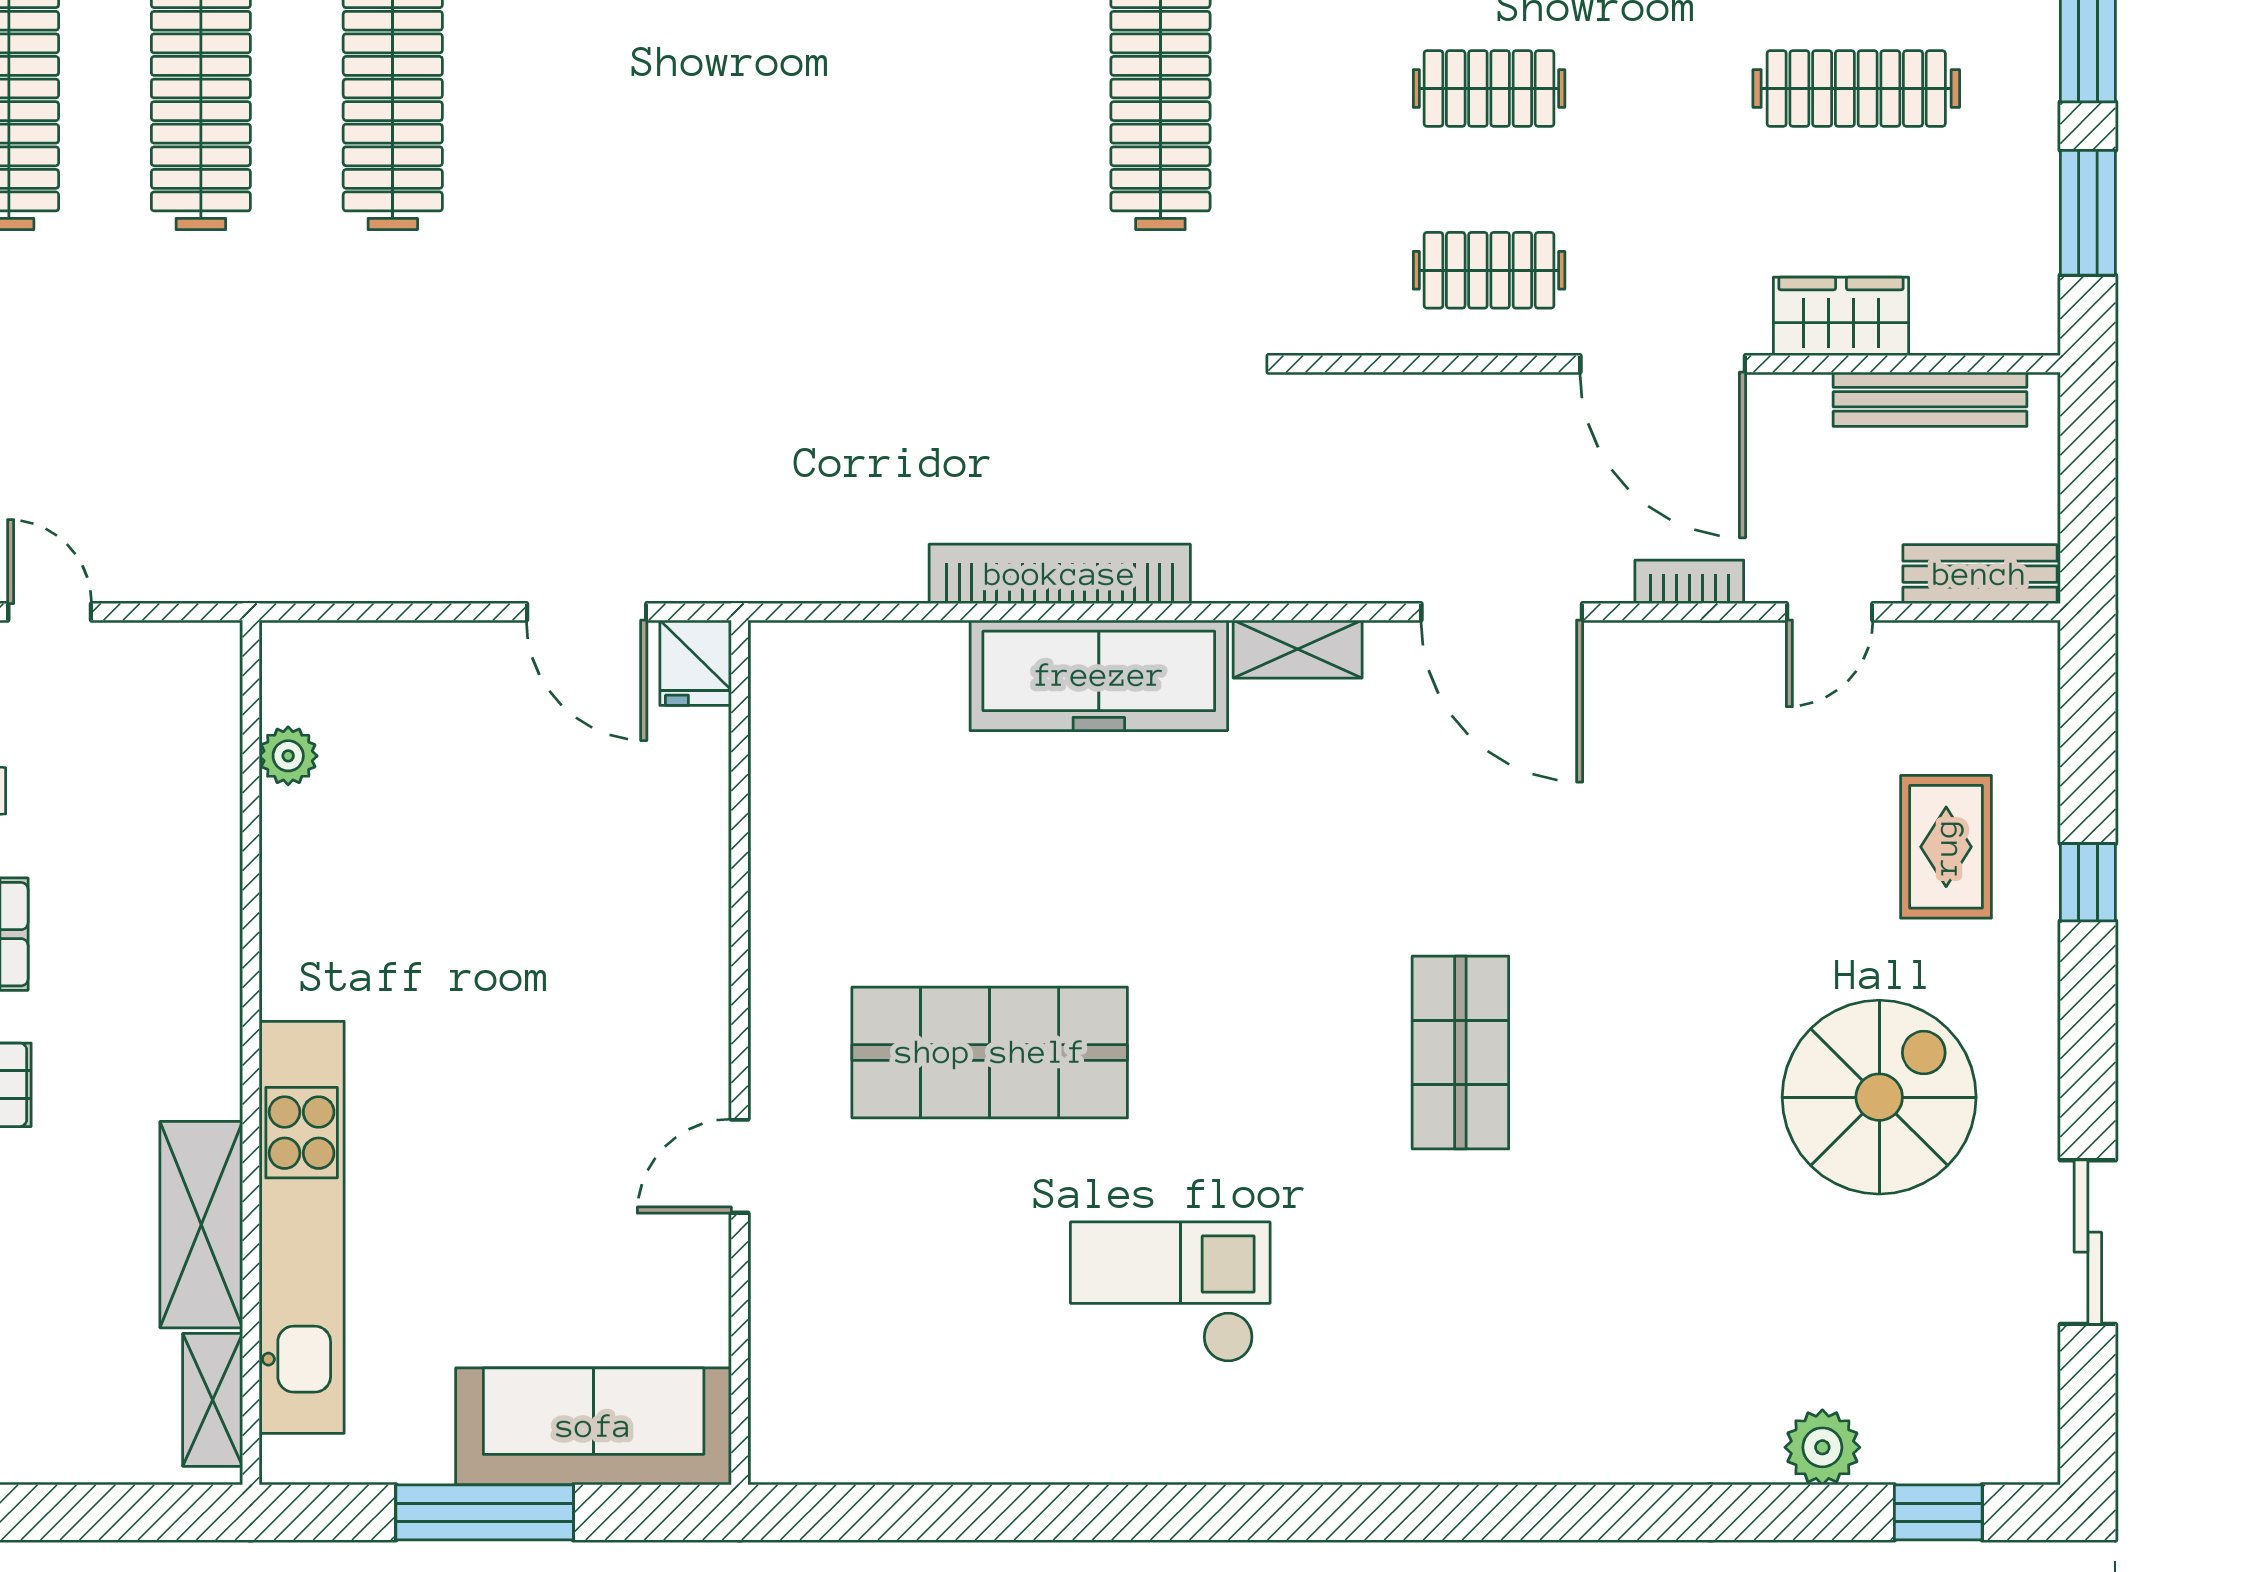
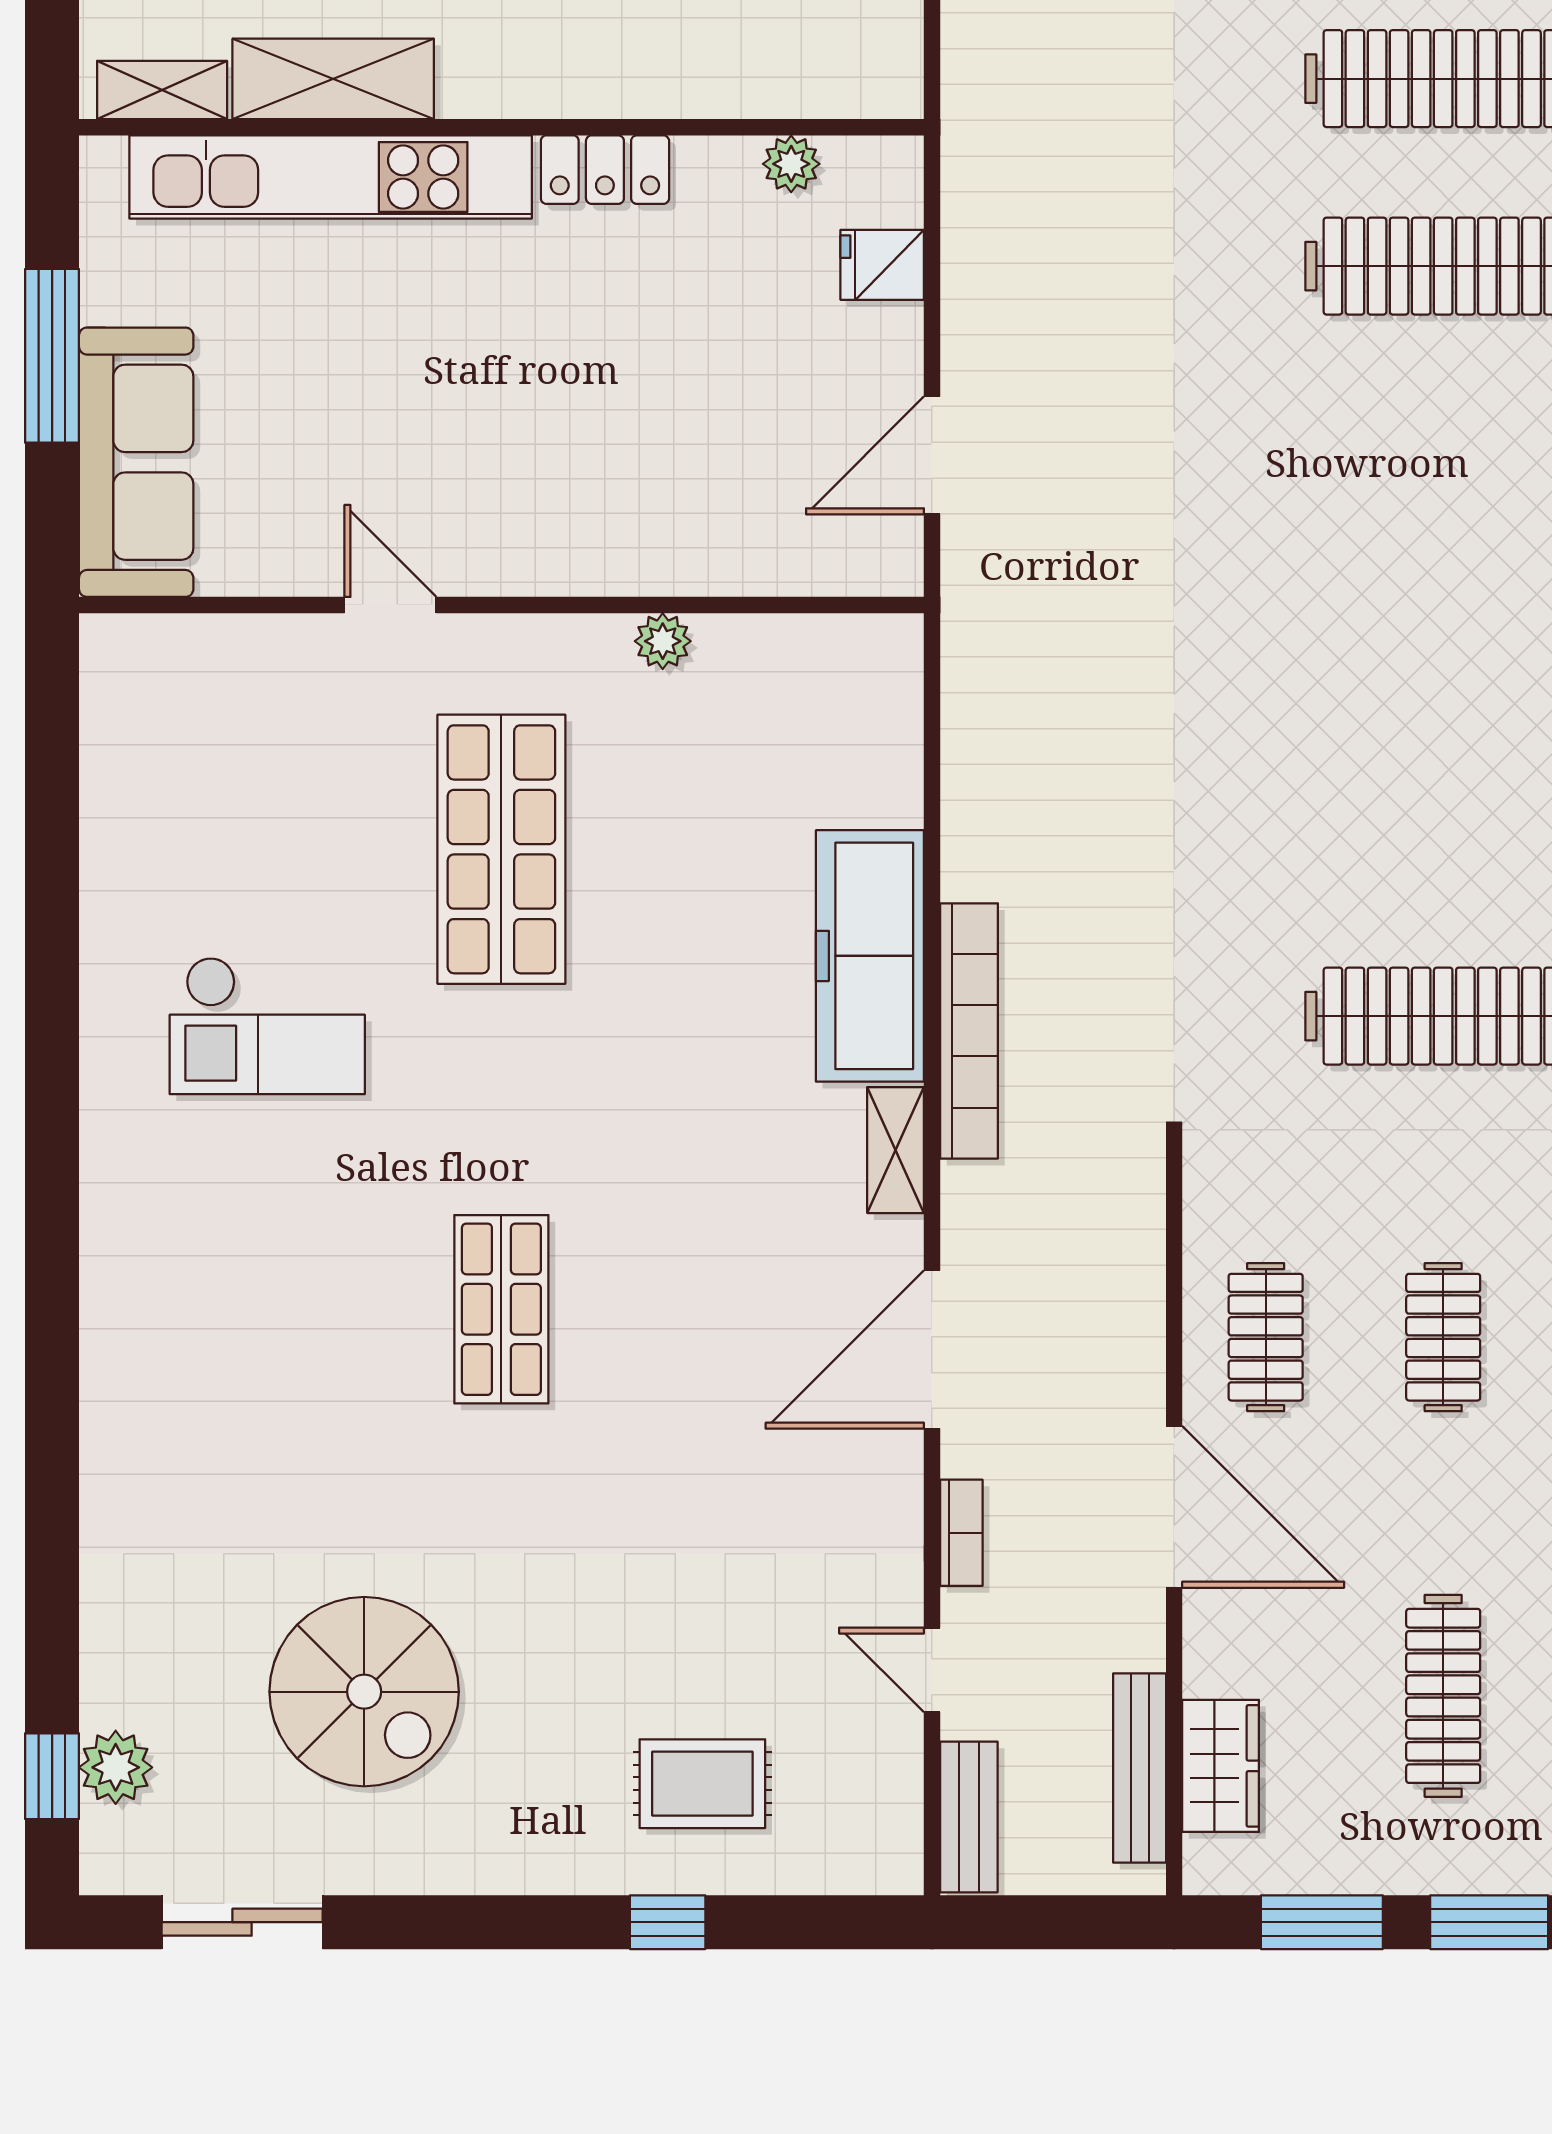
wardrobe: (1841, 316) -> (1221, 1766), moved
door: (1663, 364) -> (1174, 1507), swing flipped
bookcase: (1060, 574) -> (969, 1031), moved
fridge: (696, 663) -> (882, 265), moved
plant: (777, 887) -> (663, 641), added
locker: (294, 947) -> (605, 170), added
shop shelf: (1460, 1052) -> (501, 1309), turned 90
spiral stairs: (1879, 1097) -> (364, 1692), moved
sliding door: (2088, 1242) -> (242, 1922), moved
checkout: (1170, 1292) -> (267, 1026), turned 90
plant: (1822, 1447) -> (116, 1767), moved

